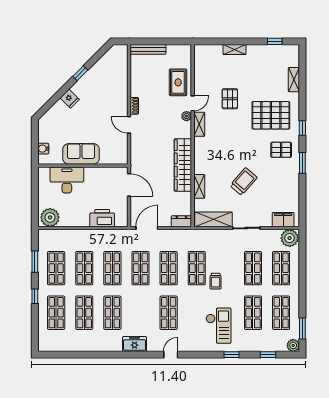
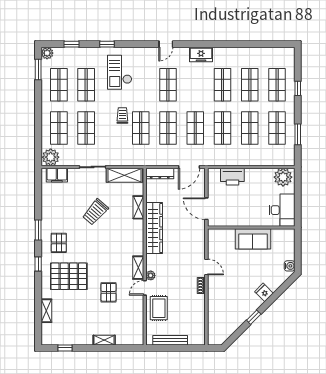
bench: (148, 49) -> (170, 340), moved
water cooler: (43, 149) -> (290, 266), moved
pallet: (281, 150) -> (59, 243), turned 90
desk: (67, 180) -> (282, 210), moved, turned -90
dresser: (181, 221) -> (160, 174), width x1.44
window: (35, 296) -> (298, 88), moved

